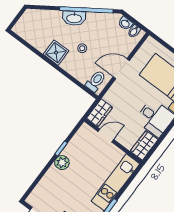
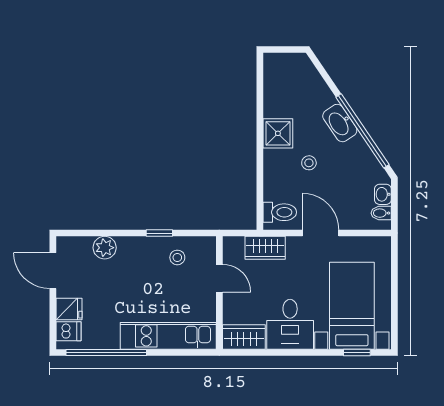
wardrobe: (100, 113) -> (265, 248), moved
stool: (80, 149) -> (177, 257), added
plant: (62, 163) -> (105, 248), moved

